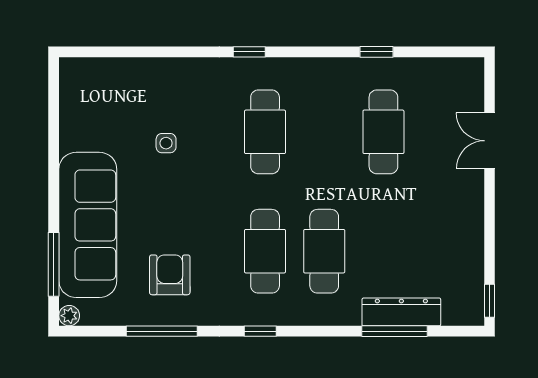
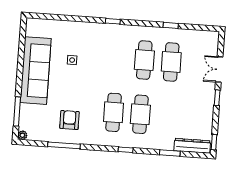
cafe table: (265, 132) -> (144, 60), moved
window: (490, 203) -> (217, 98), added
sofa: (88, 225) -> (36, 71), moved
dresser: (401, 312) -> (192, 146), moved
window: (260, 331) -> (126, 150), moved
window: (395, 331) -> (170, 153), width x0.69

